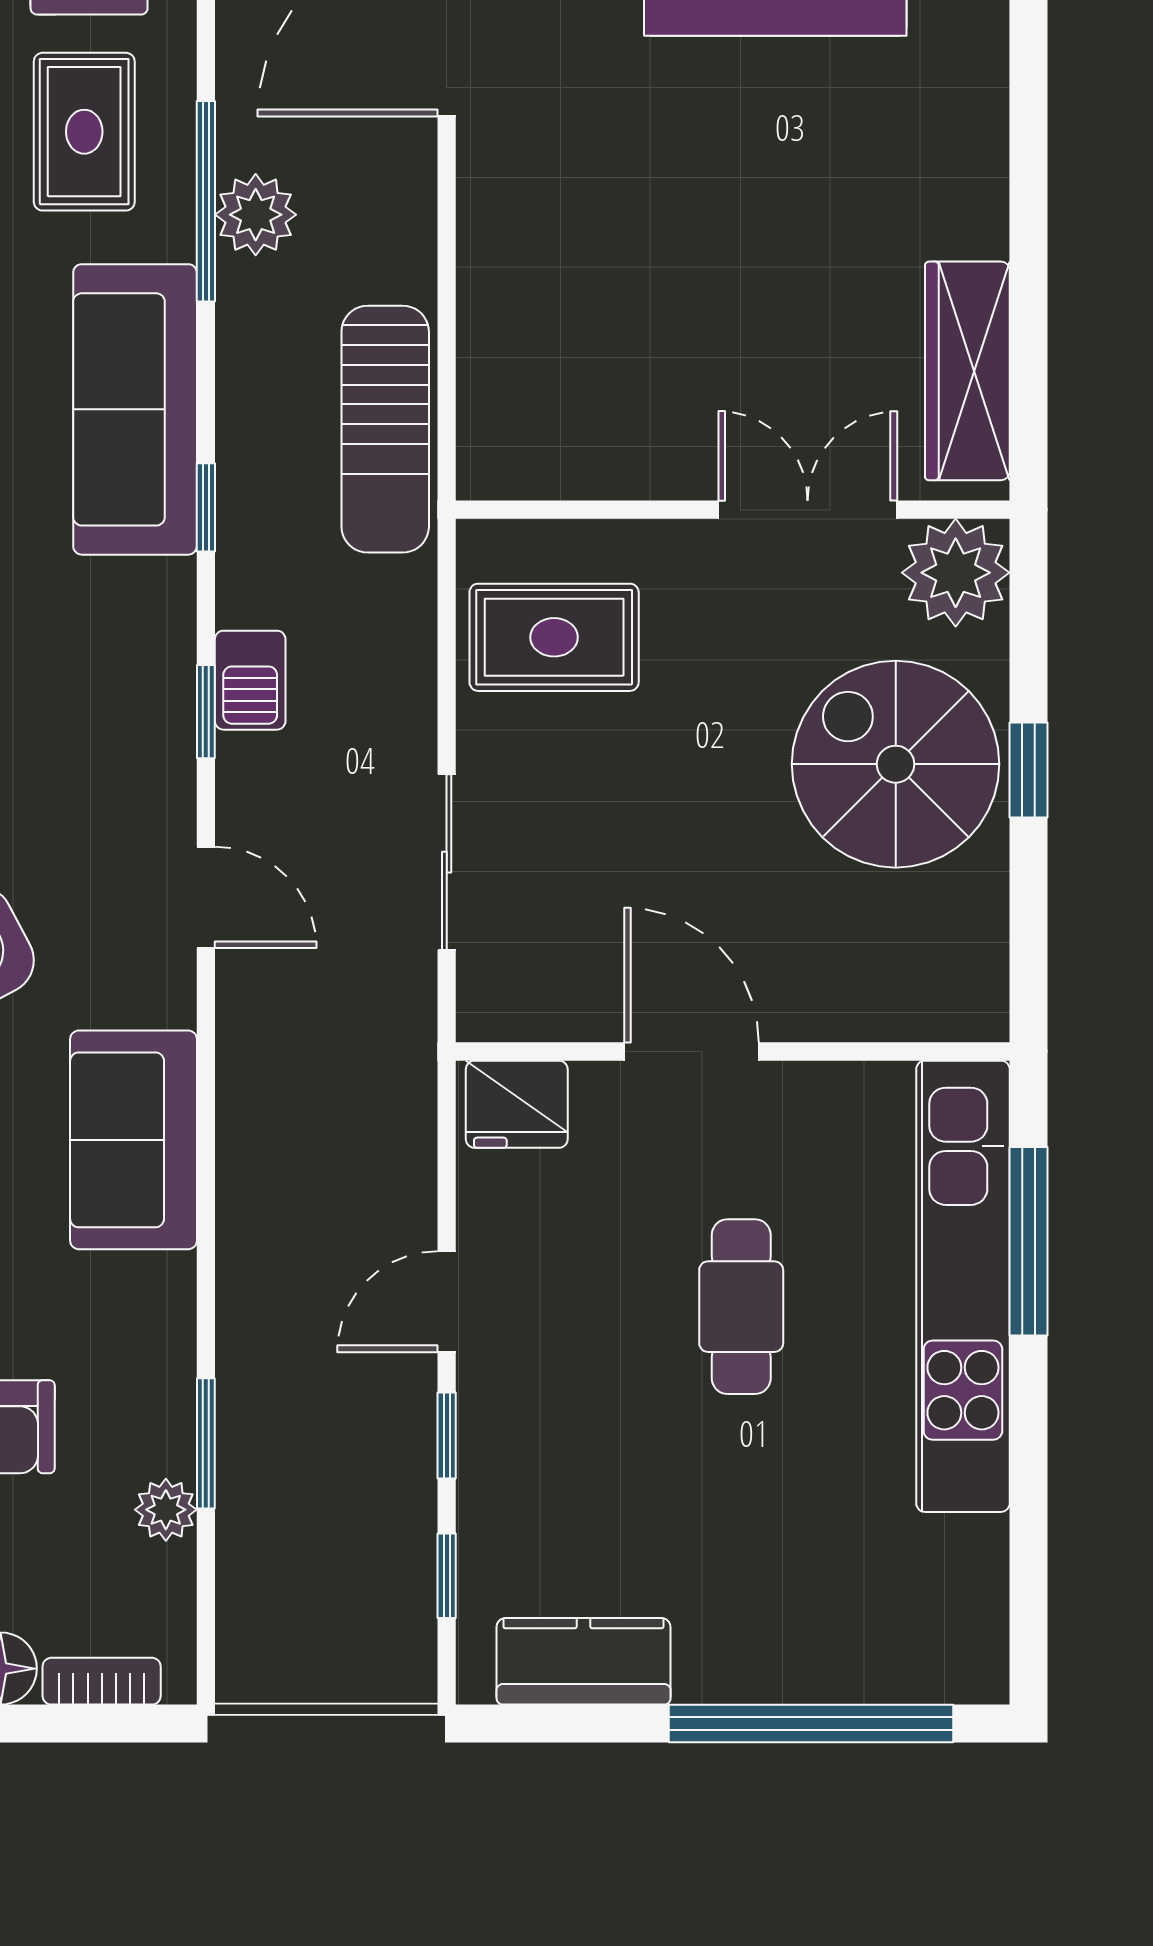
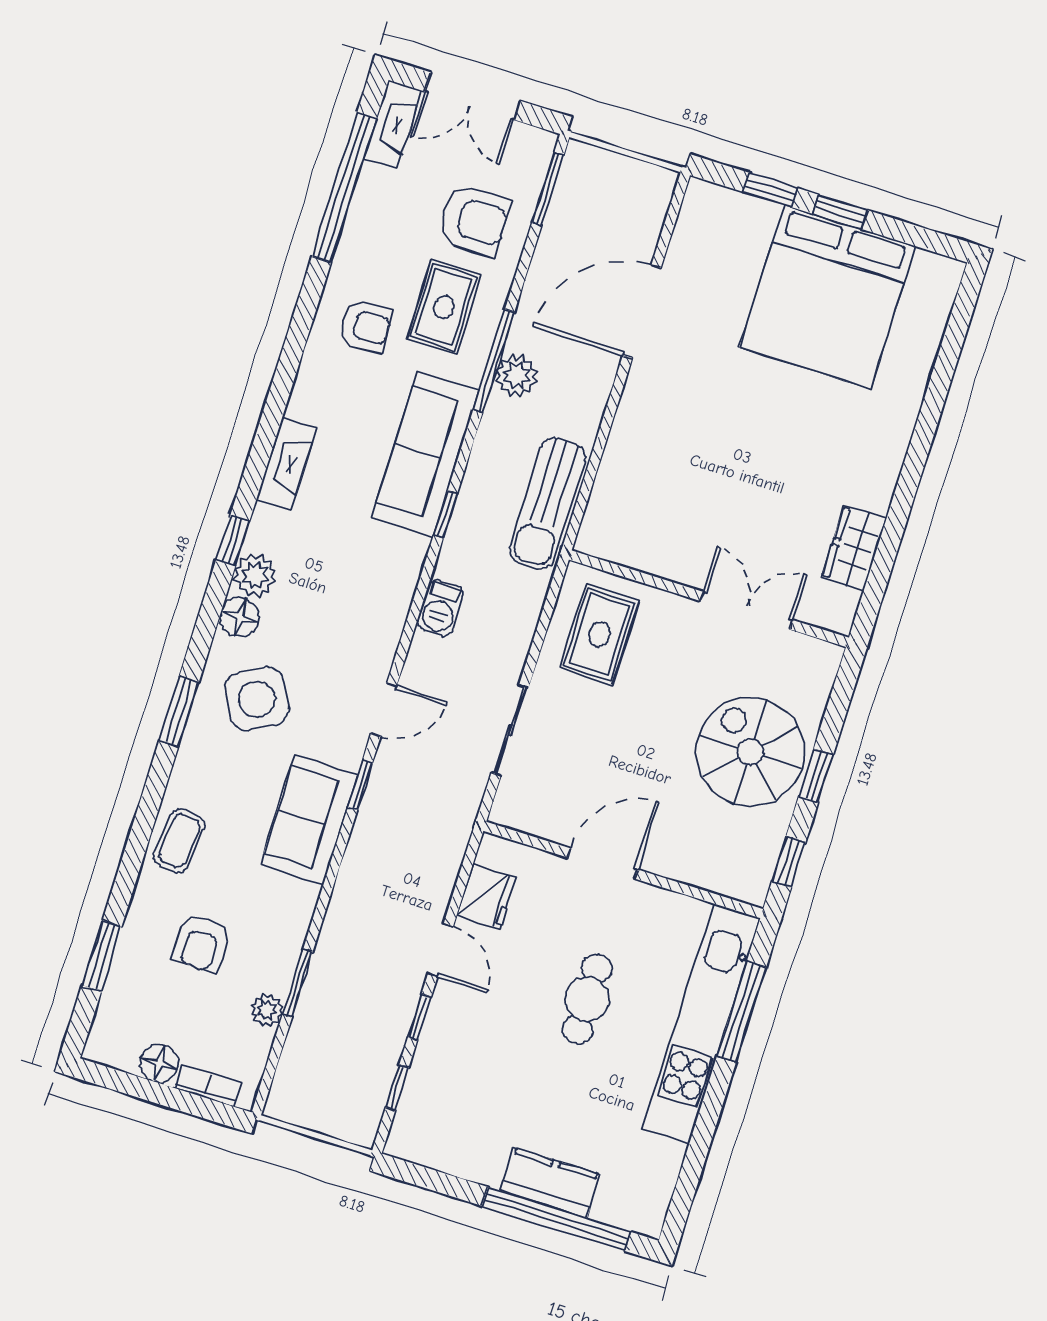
wardrobe: (967, 371) -> (854, 548), width x0.67
plant: (956, 573) -> (811, 665), removed
rug: (554, 637) -> (599, 634), turned 90
window: (206, 712) -> (360, 785), moved
door: (206, 897) -> (384, 710), hinge flipped
window: (1028, 942) -> (789, 862), added
door: (691, 1051) -> (603, 863), hinge flipped
fridge: (517, 1104) -> (486, 897), moved, turned -90
door: (447, 1302) -> (441, 950), swing flipped
kitchen counter: (584, 1661) -> (550, 1183), moved

